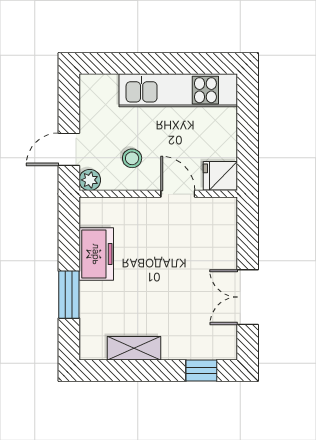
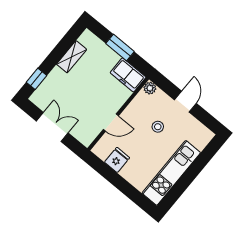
plant: (90, 180) -> (150, 88), moved
wall: (158, 194) -> (118, 114), moved
door: (178, 194) -> (111, 123), moved

